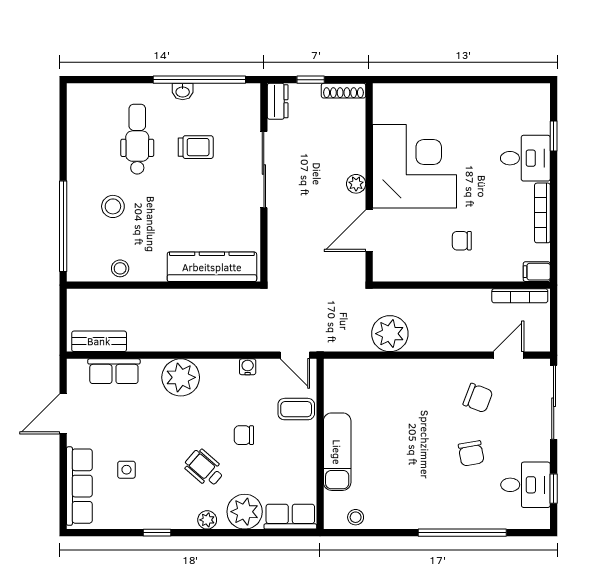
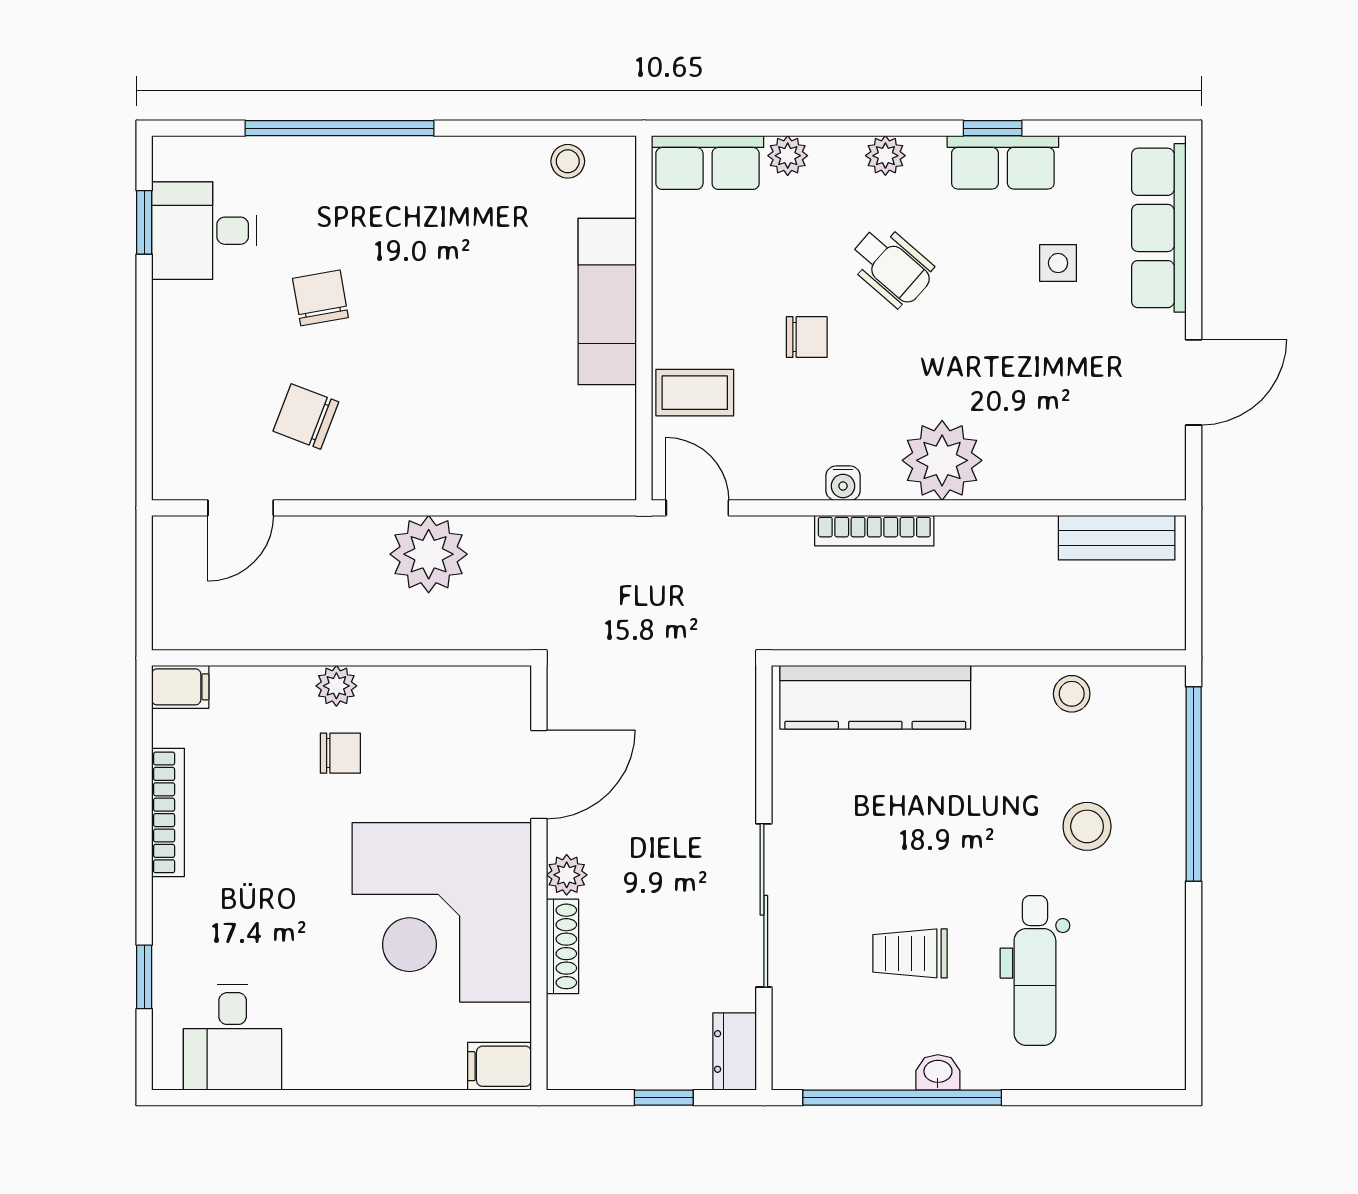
shoe rack: (343, 91) -> (562, 946), moved, turned 90
filing cabinet: (387, 94) -> (499, 1066), added
desk: (525, 158) -> (233, 1037), moved, turned -90
plant: (464, 272) -> (336, 686), added
bookcase: (520, 296) -> (874, 531), moved, turned 180
plant: (390, 334) -> (429, 554), moved
water cooler: (248, 367) -> (843, 483), moved
row of seats: (114, 371) -> (1003, 162), moved, turned 180
sliding door: (554, 402) -> (144, 407), removed
plant: (245, 512) -> (788, 156), width x0.53, depth x0.53

